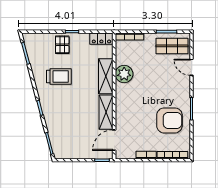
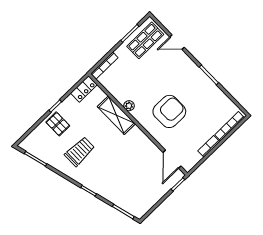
plant: (124, 74) -> (129, 106), width x0.53, depth x0.53
shelving: (106, 112) -> (144, 143), removed
armchair: (169, 120) -> (169, 111), moved

